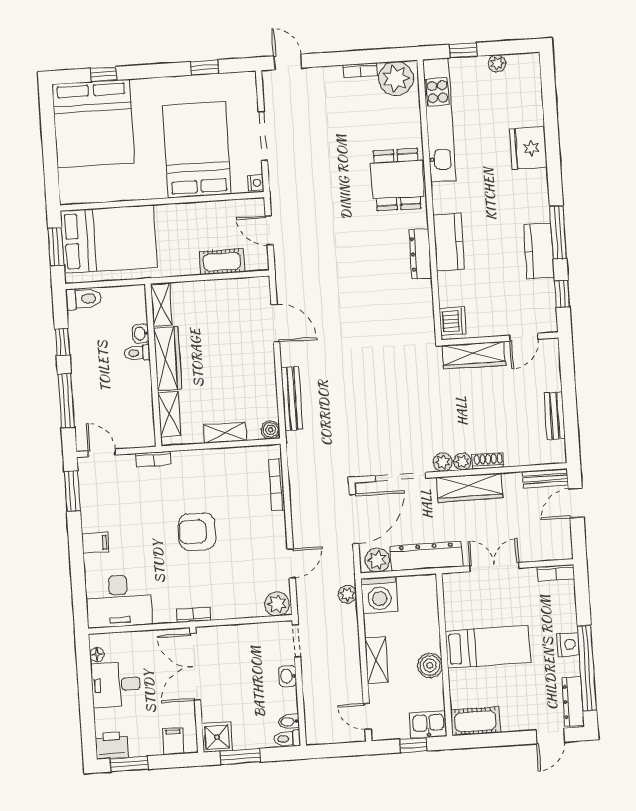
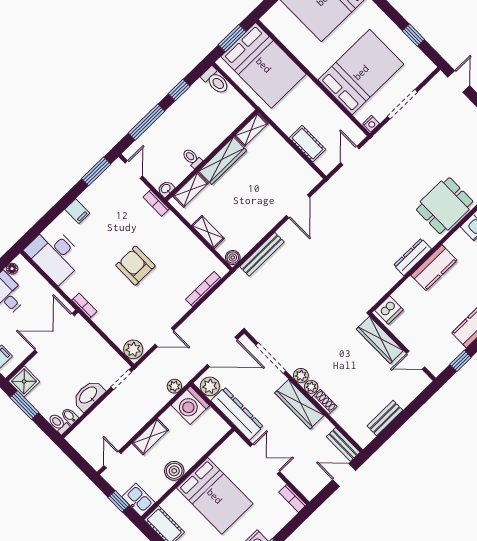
washbasin: (141, 334) -> (166, 189), moved
toilet: (137, 353) -> (192, 158), moved
bed: (488, 647) -> (215, 496), width x1.50
washbasin: (288, 676) -> (88, 395), width x1.91, depth x1.45

